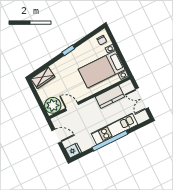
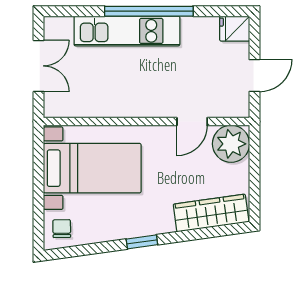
wardrobe: (43, 78) -> (211, 213), width x1.50
kitchen counter: (110, 97) -> (103, 103), removed
door: (72, 106) -> (192, 122), hinge flipped
door: (57, 136) -> (254, 75), swing flipped

